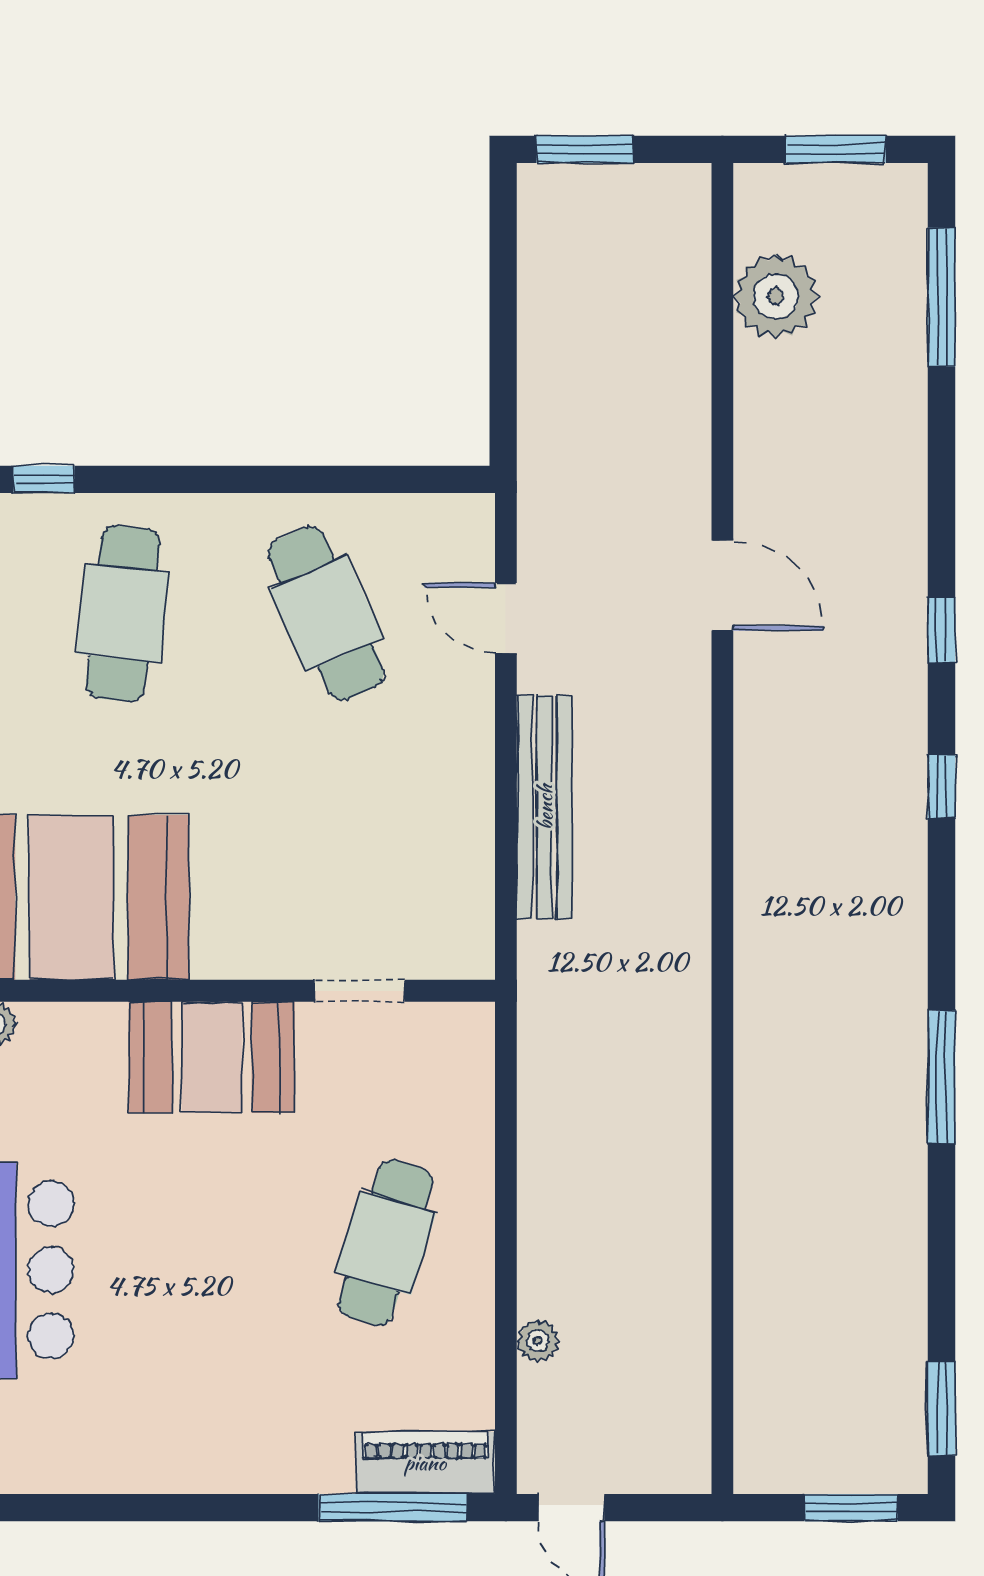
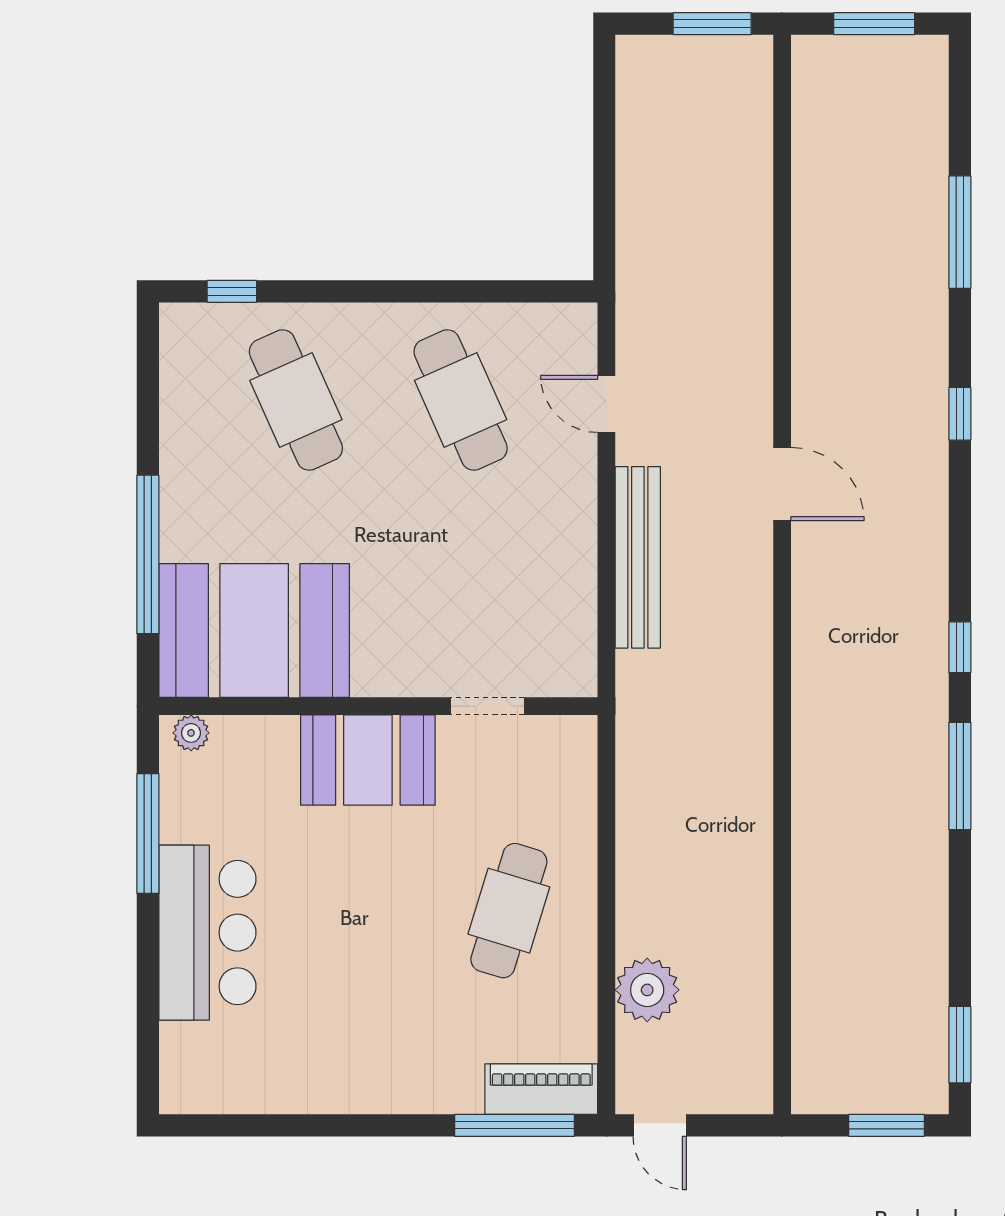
window: (585, 149) -> (712, 24), moved
plant: (776, 296) -> (825, 143), removed
window: (942, 297) -> (960, 232), moved
door: (722, 586) -> (782, 484), moved
cafe table: (123, 613) -> (296, 400), turned -30
window: (942, 786) -> (960, 647), moved
plant: (538, 1341) -> (647, 990), width x1.88, depth x1.88

